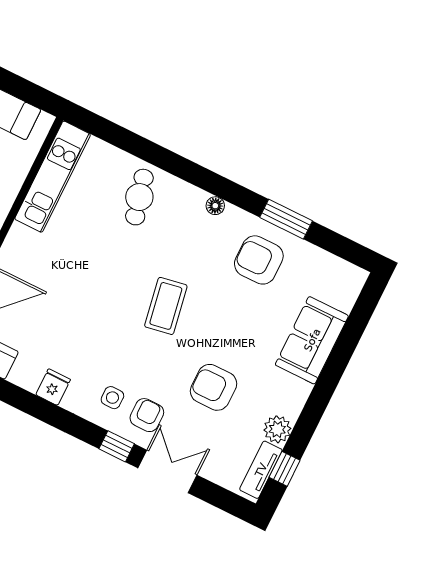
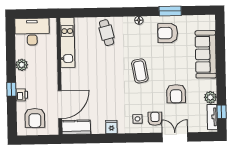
sofa: (312, 340) -> (206, 54), width x1.36
armchair: (214, 387) -> (176, 94), turned -90
window: (117, 446) -> (149, 138), removed

